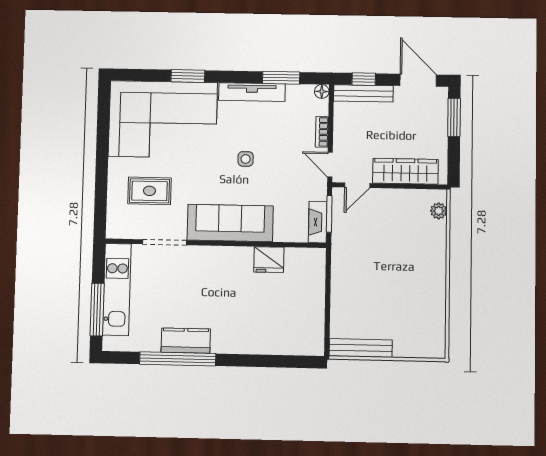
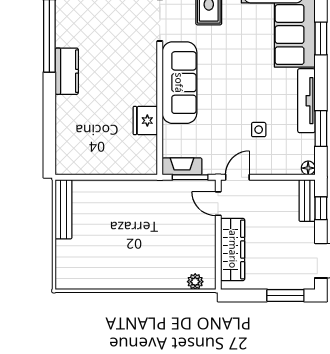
bench: (363, 93) -> (307, 200), width x0.73
bookcase: (322, 132) -> (269, 169), removed
side table: (246, 159) -> (259, 130), moved
kitchen counter: (186, 341) -> (67, 71), moved

